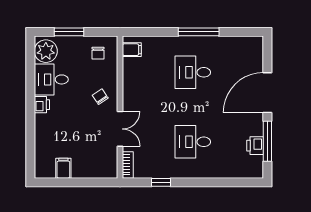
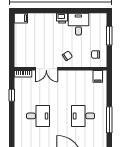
plant: (46, 51) -> (97, 21), removed
desk: (193, 72) -> (83, 116), turned -90
desk: (193, 142) -> (38, 116), turned 90
filing cabinet: (63, 168) -> (21, 18), moved

